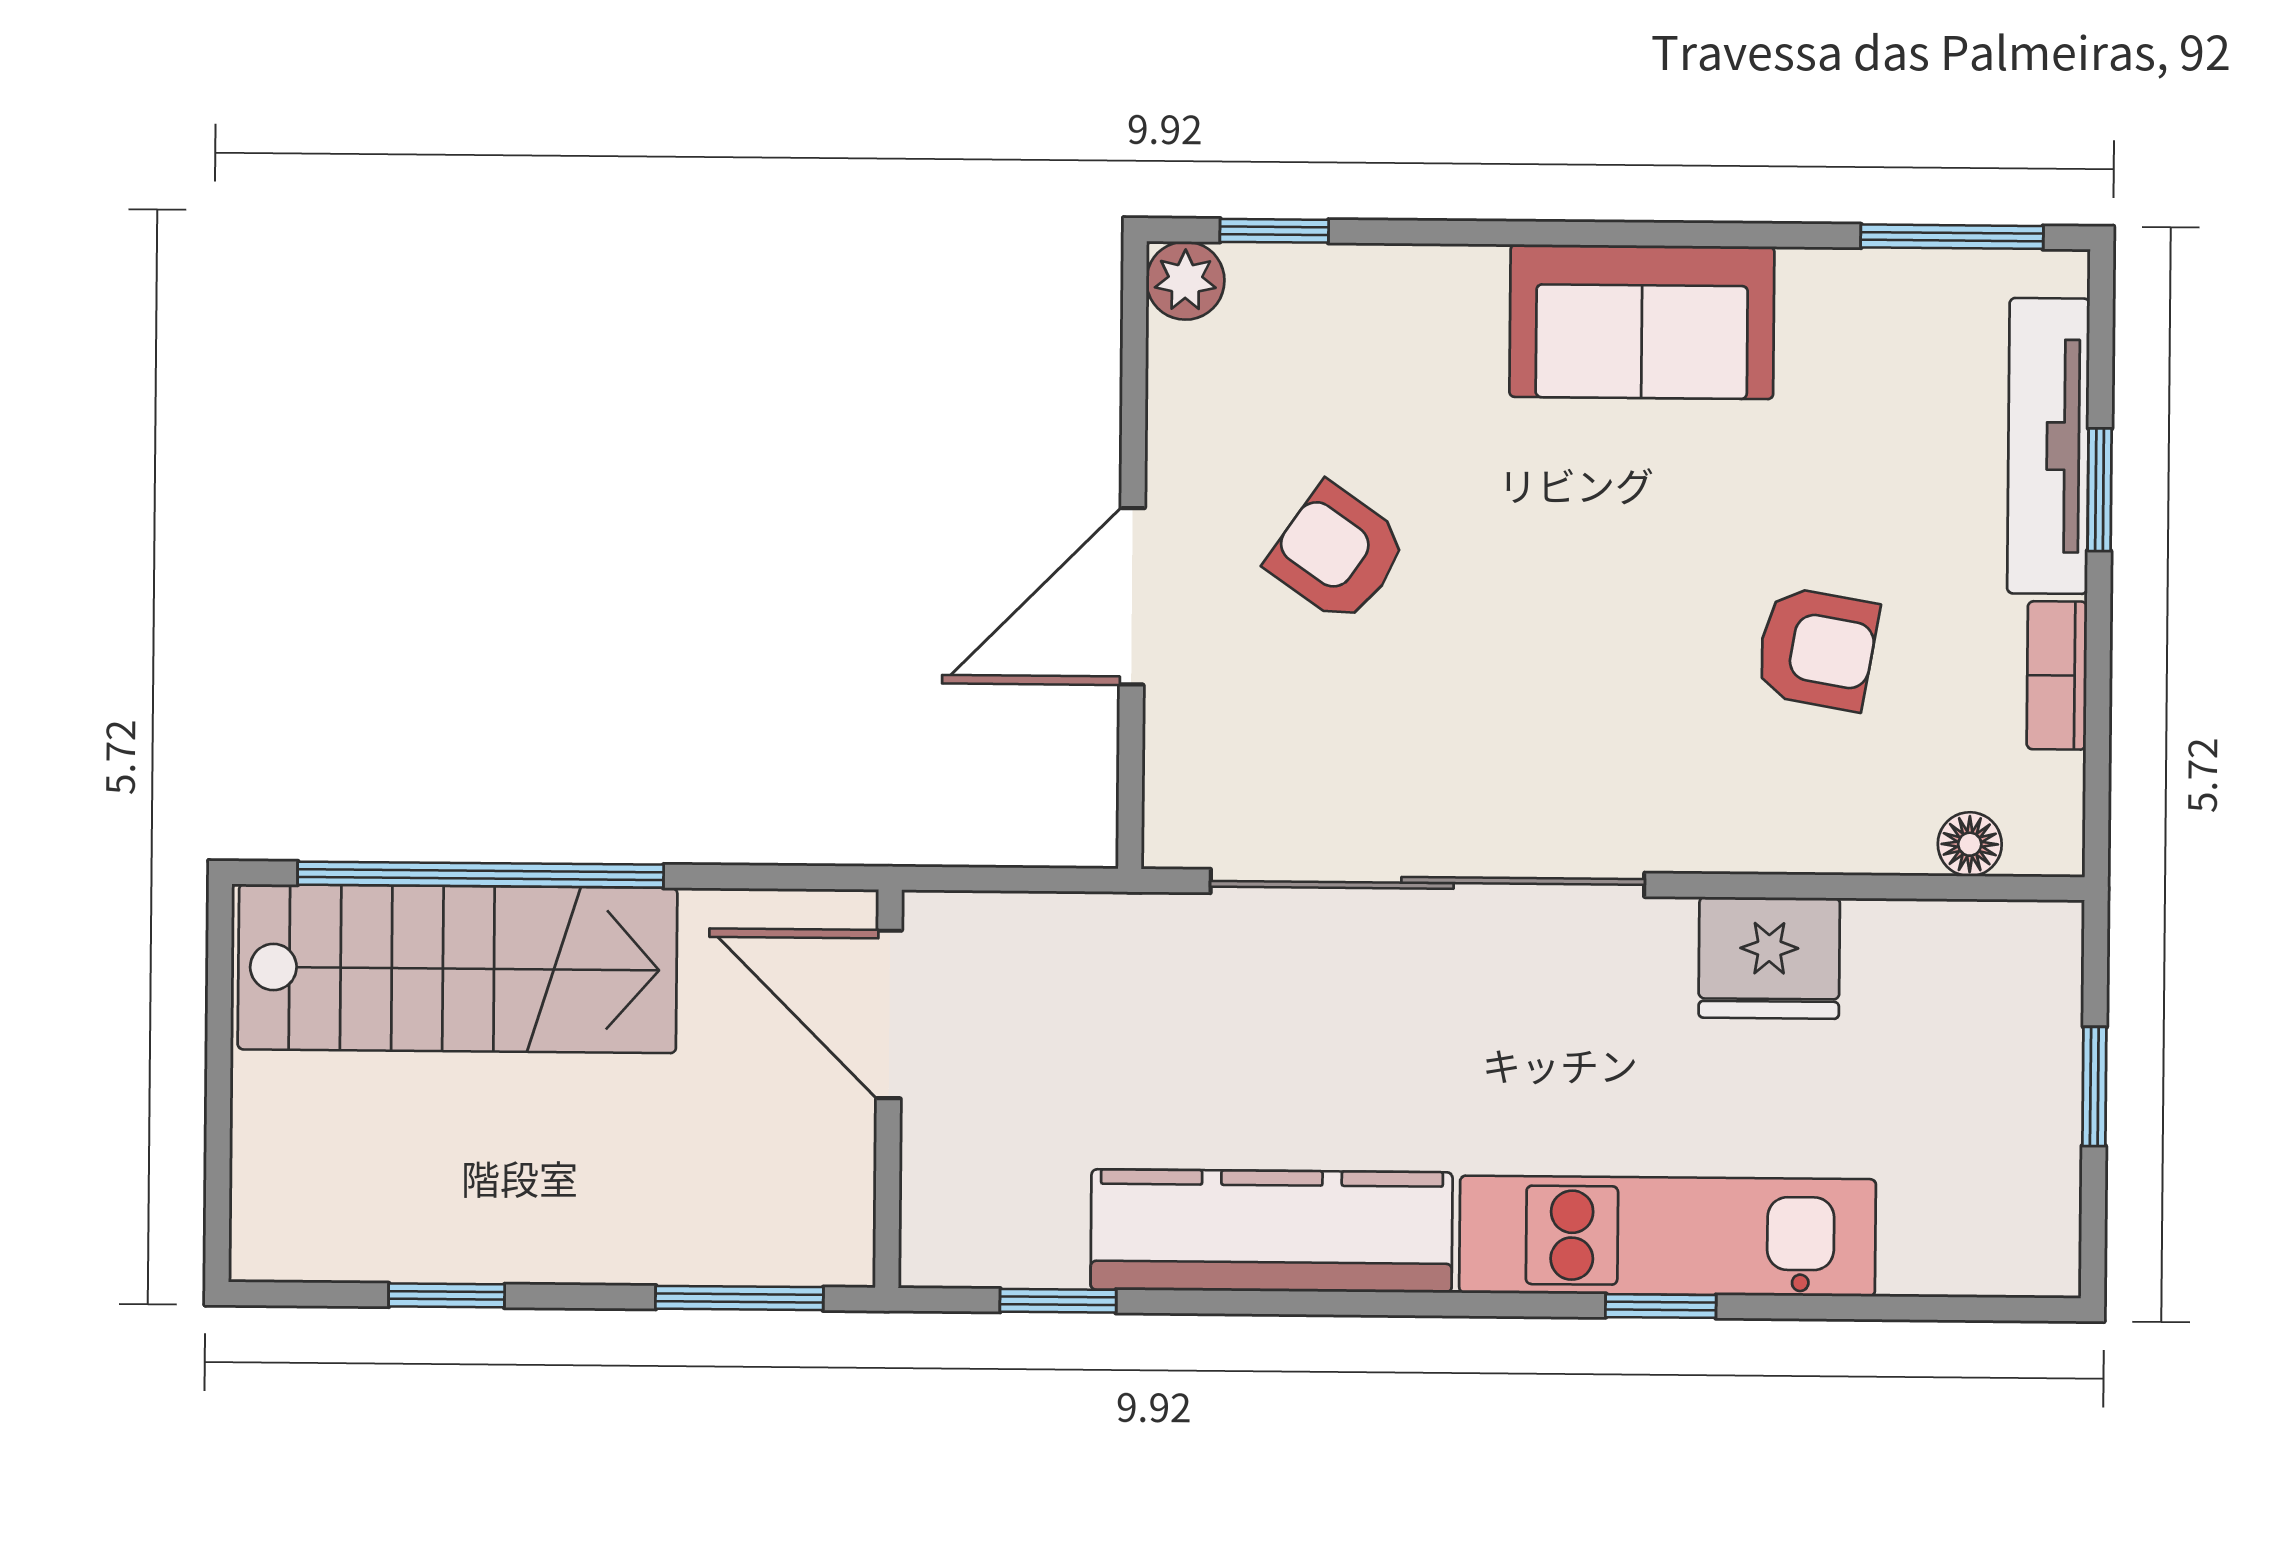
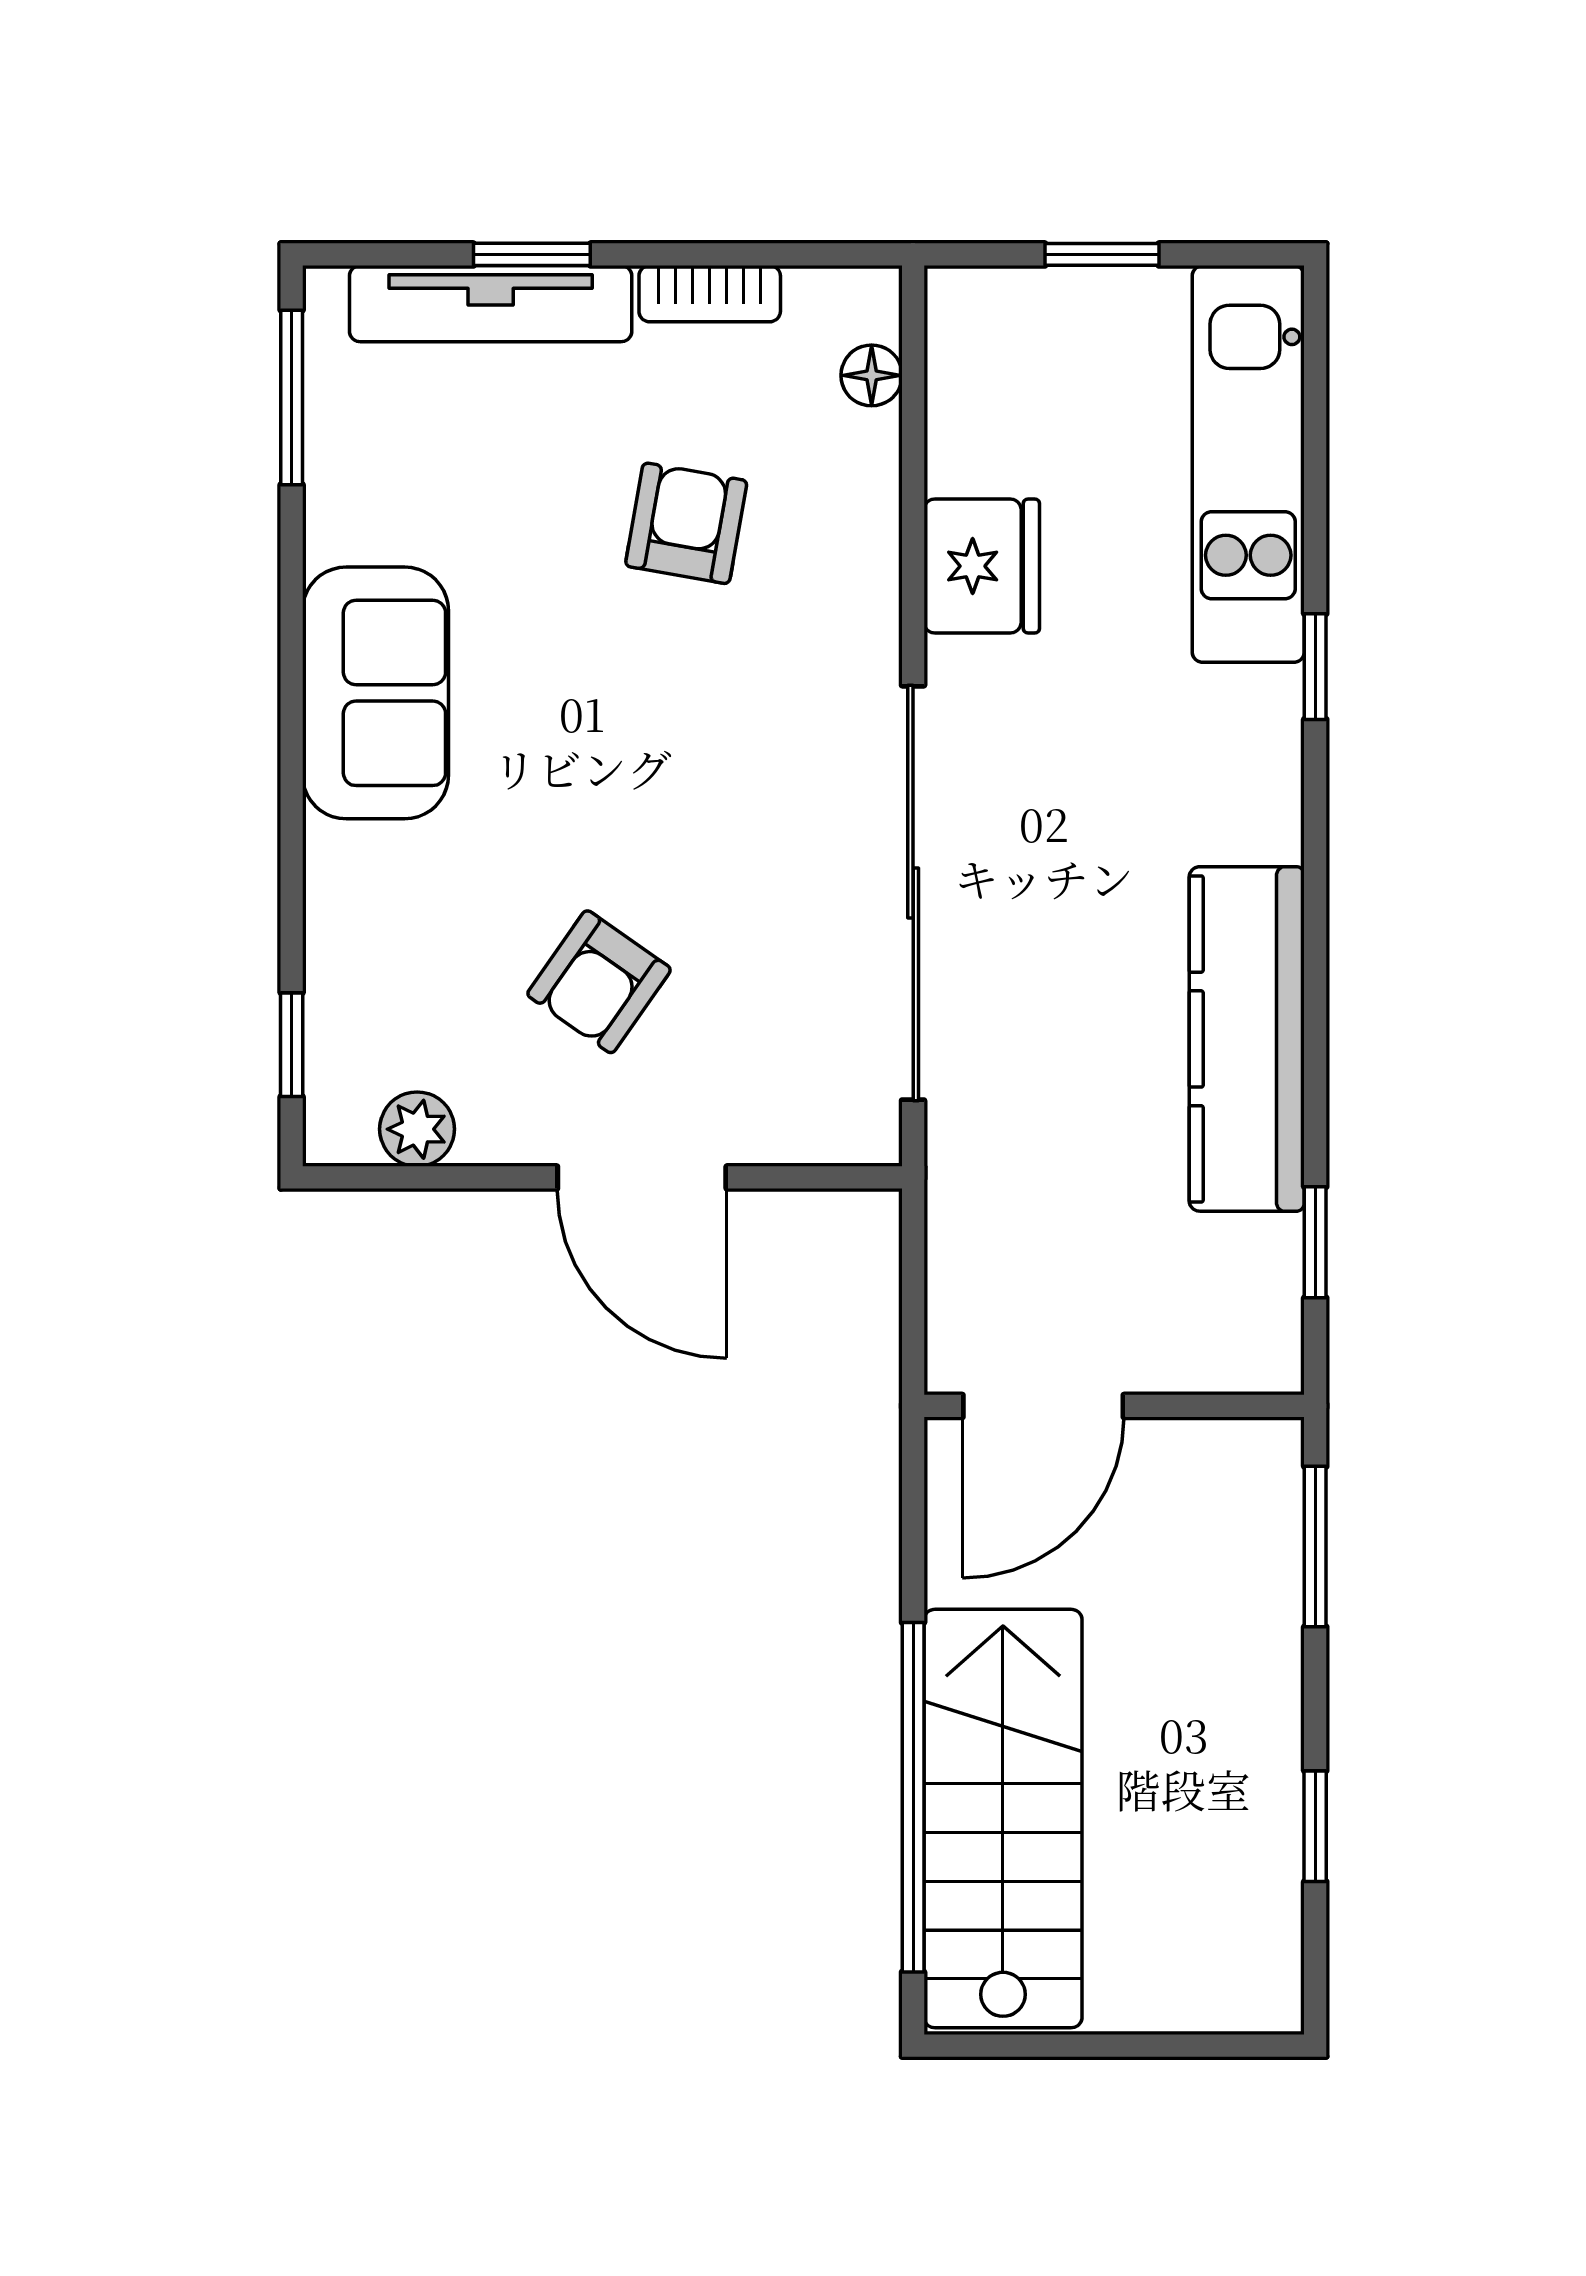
plant: (1185, 281) -> (417, 1129), moved
kitchen unit: (1668, 1236) -> (1248, 464), moved

